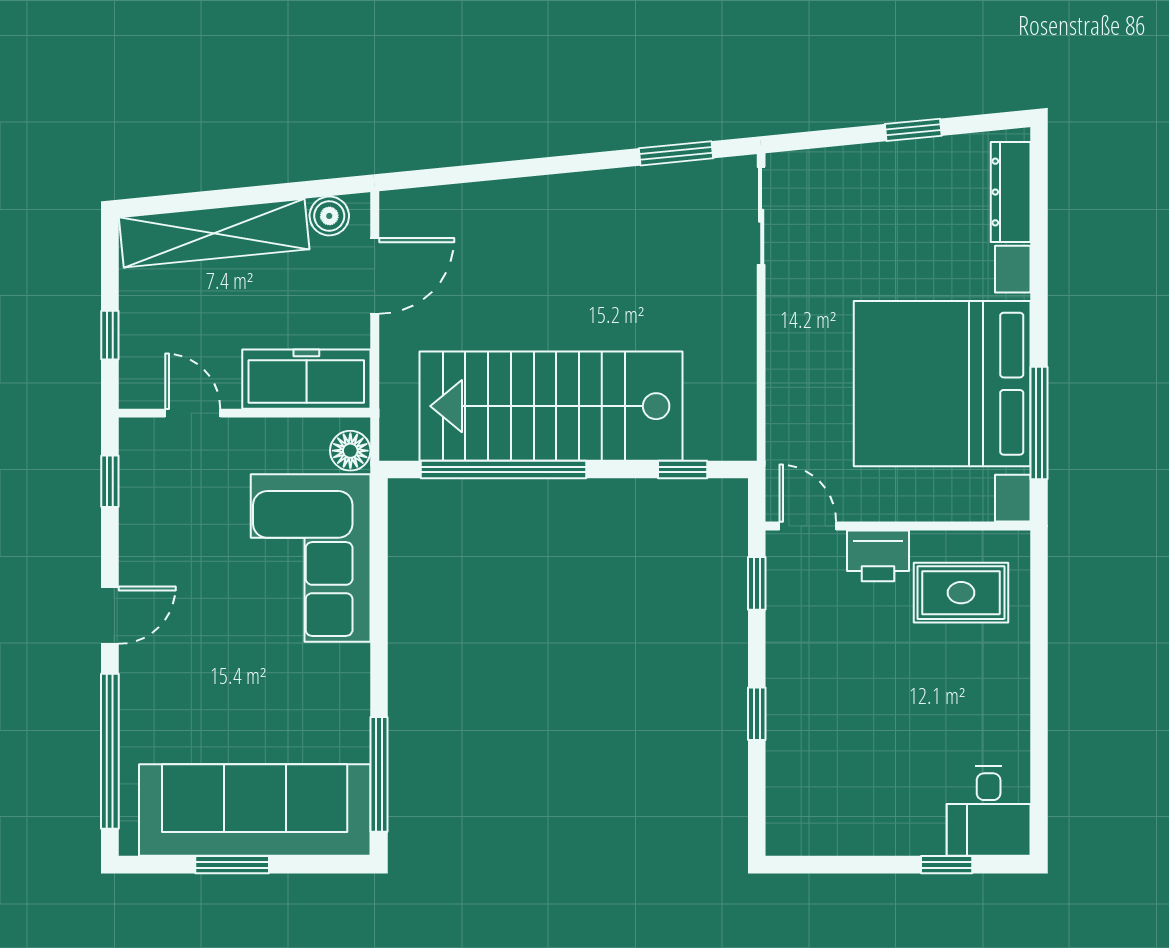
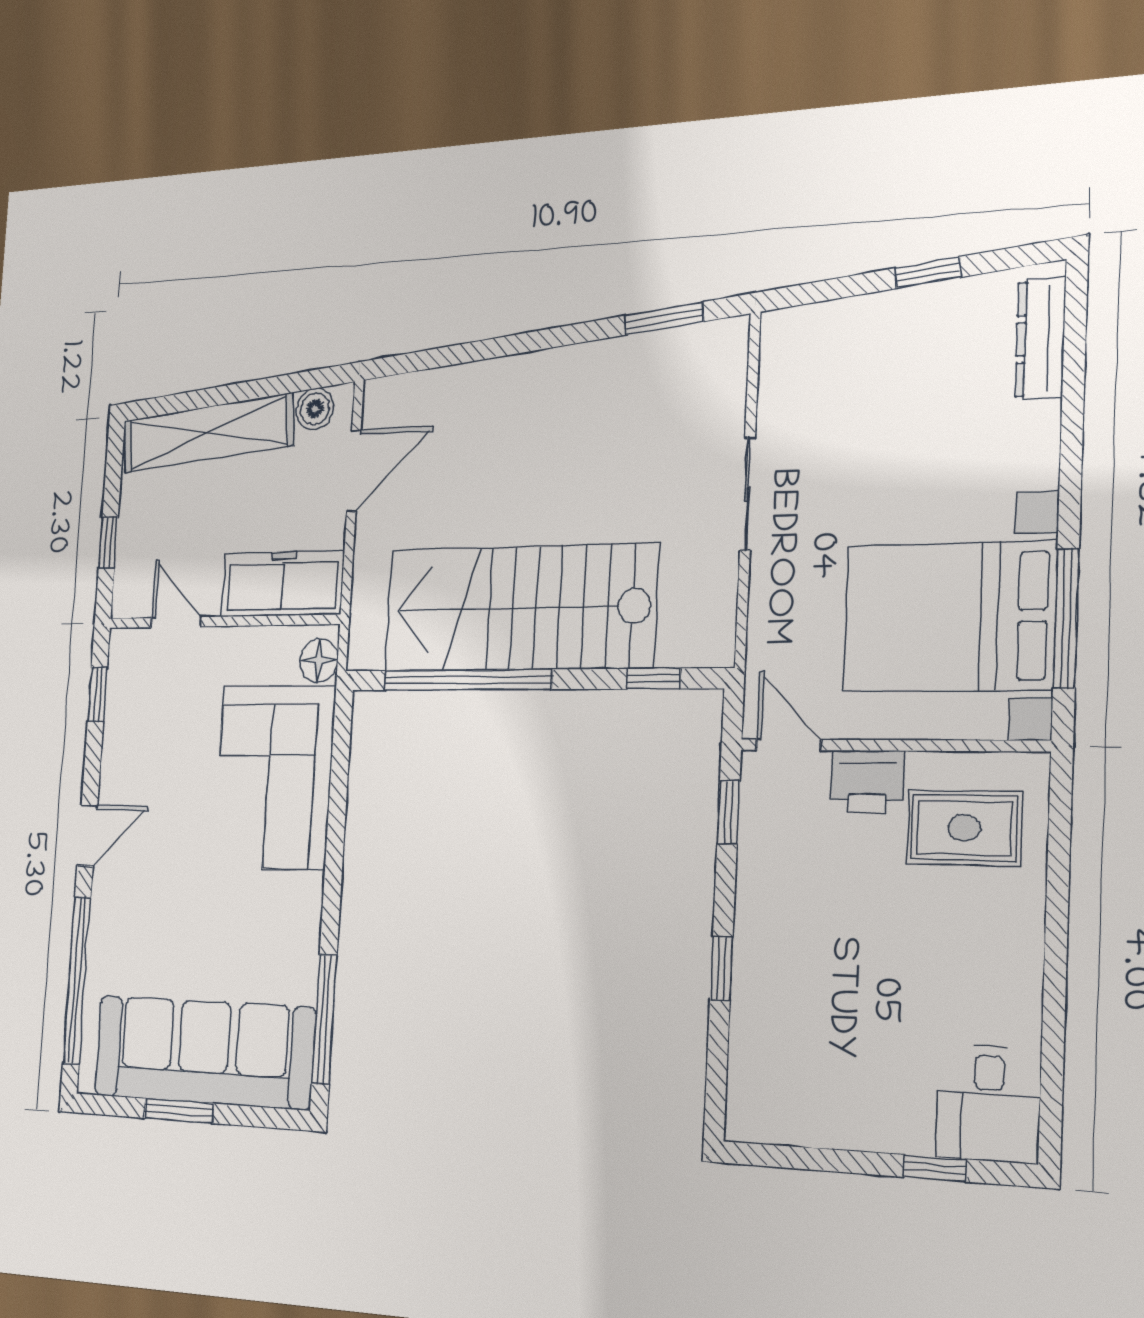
sliding door: (761, 216) -> (747, 494), moved
bed with nightstands: (942, 384) -> (949, 617), width x0.73

